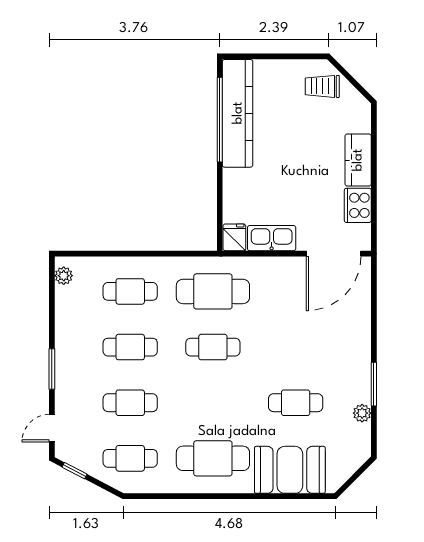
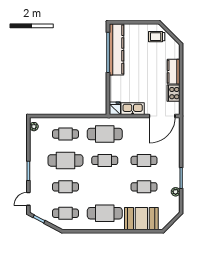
cafe table: (130, 347) -> (65, 160), width x1.37, depth x1.35
cafe table: (296, 347) -> (144, 160), added

